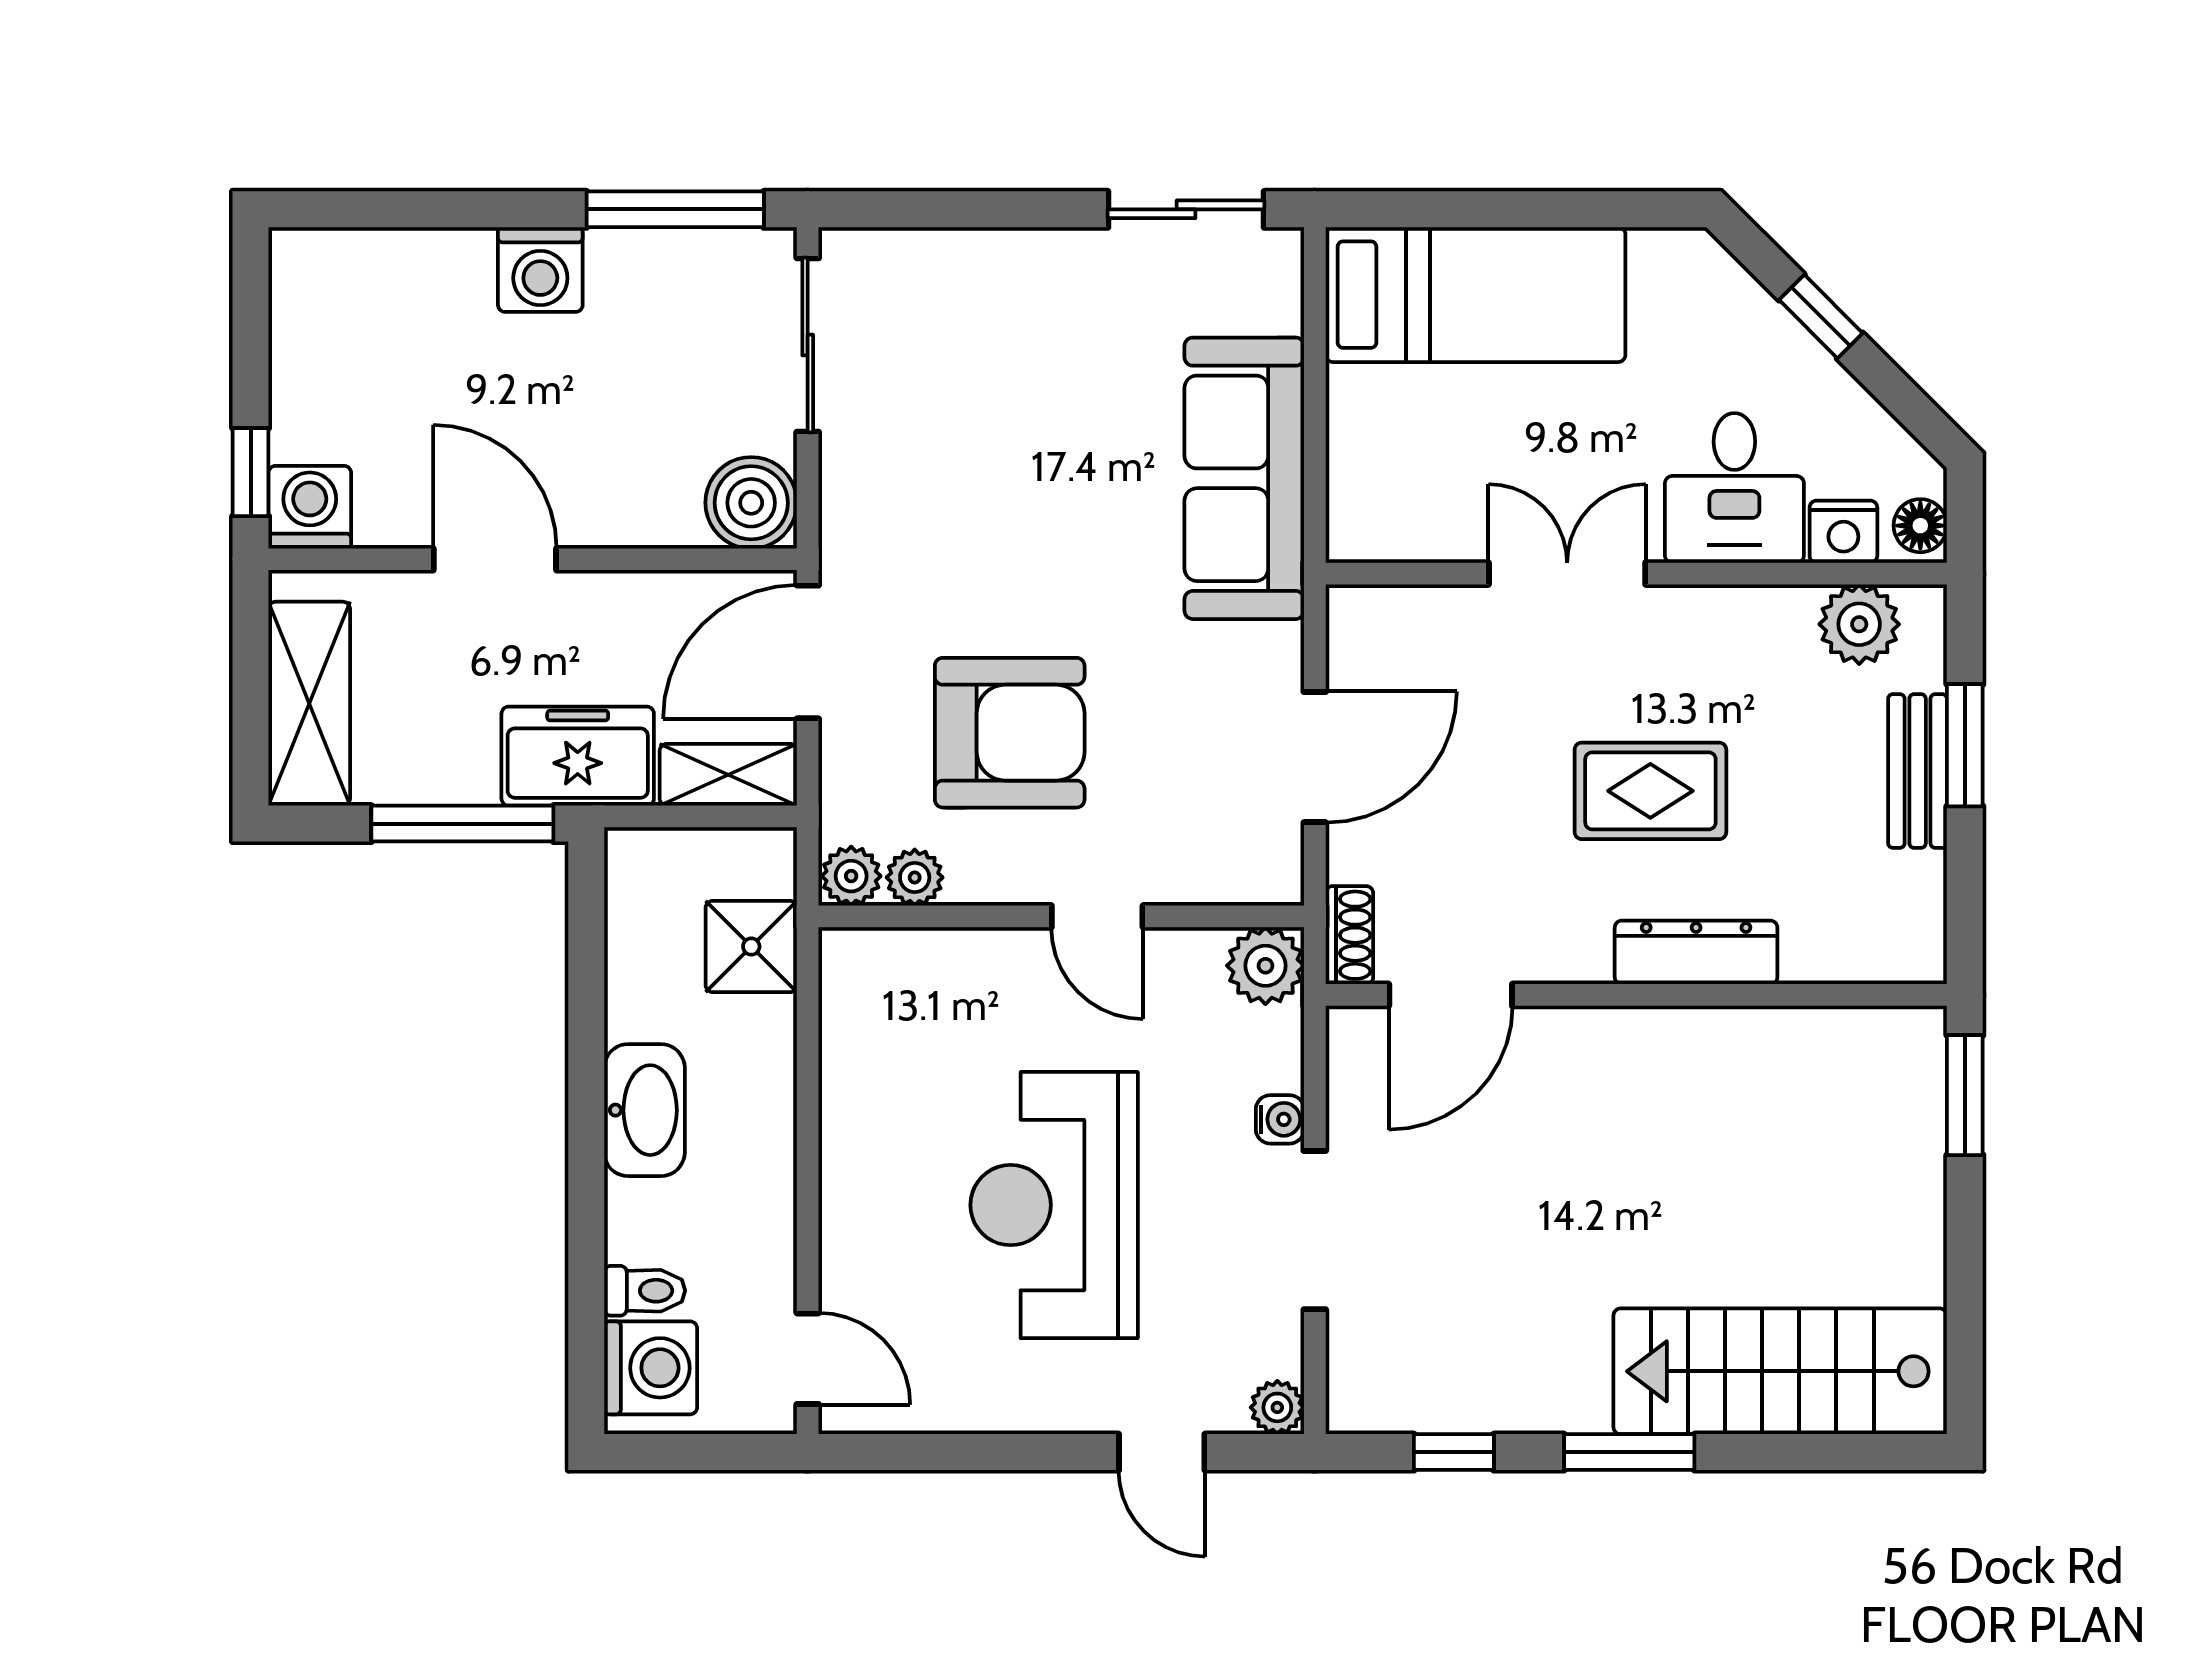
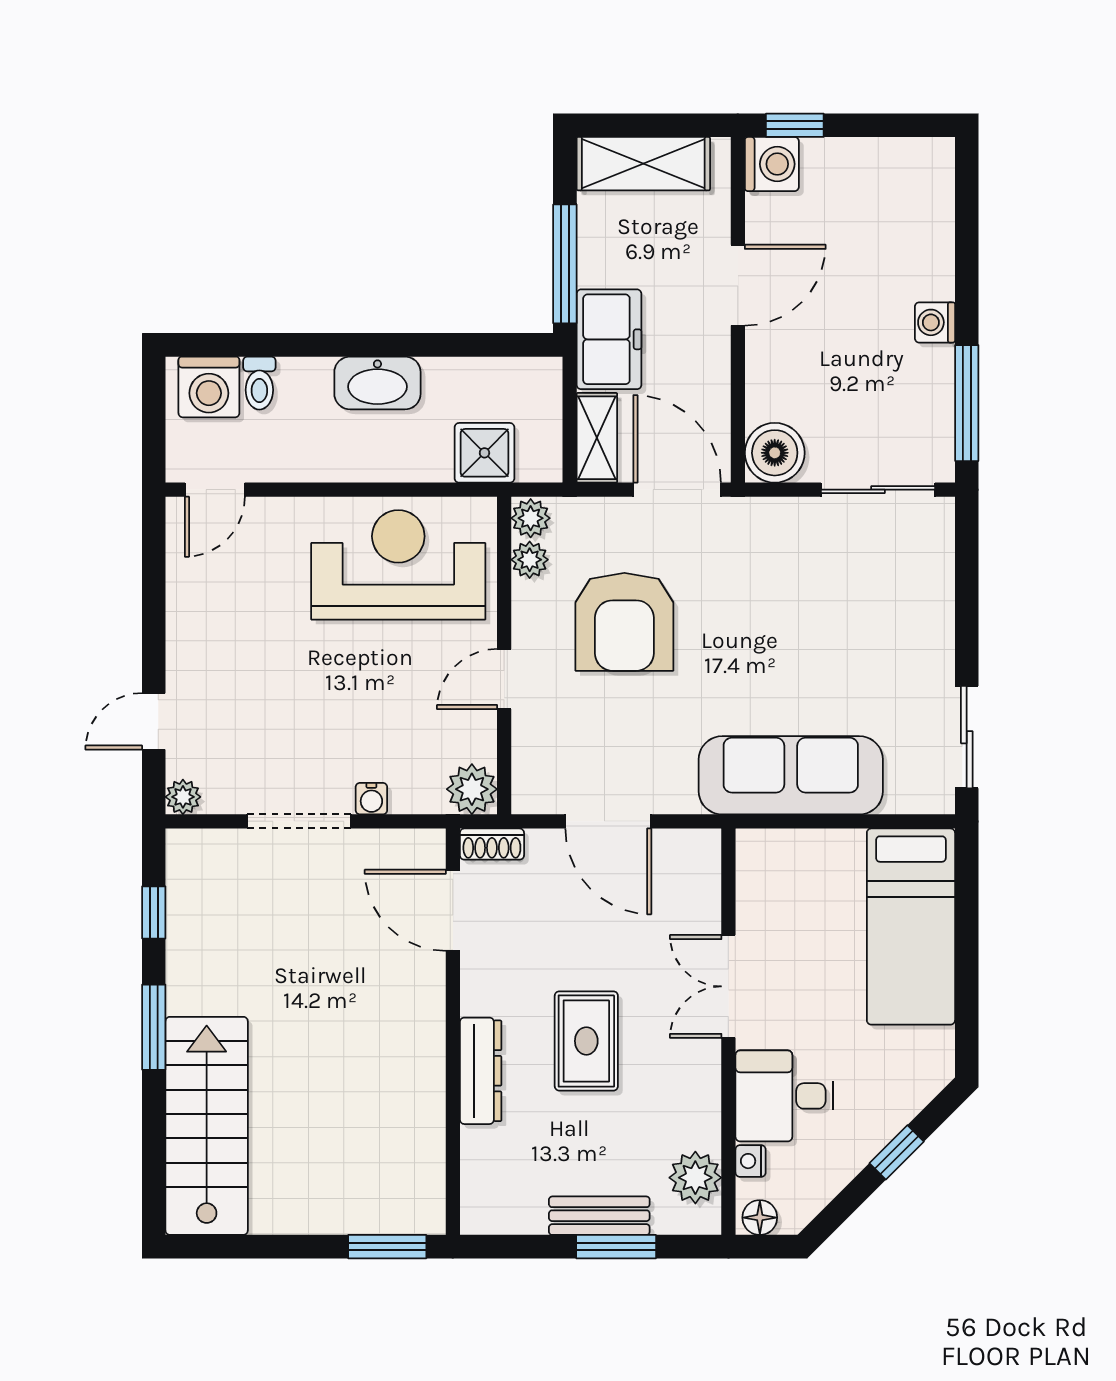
washing machine: (540, 270) -> (935, 322), width x0.73, depth x0.73
nightstand: (1843, 532) -> (751, 1161), width x0.72, depth x0.74
double door: (1567, 574) -> (728, 986), swing flipped
reception desk: (1054, 1205) -> (398, 565), moved

